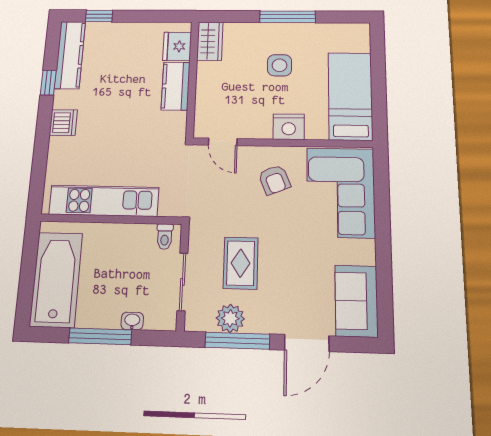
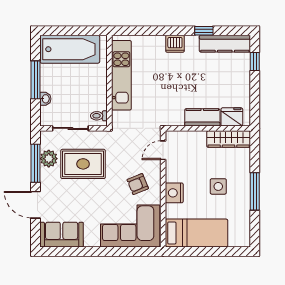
wardrobe: (210, 41) -> (229, 139), width x1.50
rug: (241, 263) -> (83, 164), width x1.36, depth x1.43

